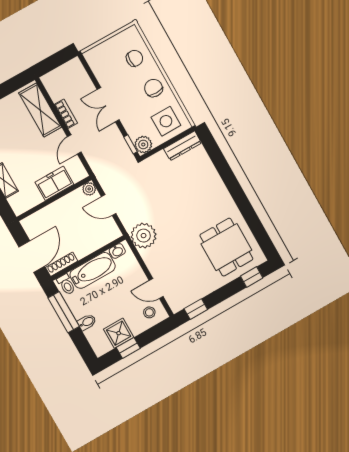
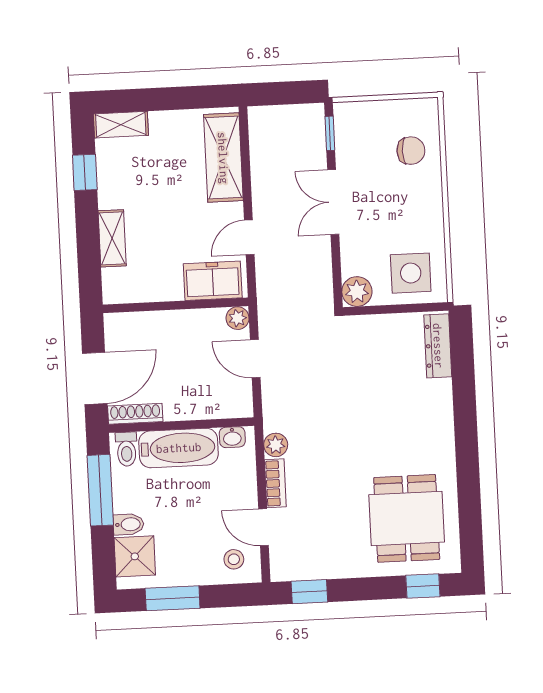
chair: (154, 88) -> (417, 212), removed
bookcase: (66, 114) -> (275, 483), moved
window: (131, 144) -> (330, 133), moved
dresser: (183, 146) -> (438, 346), moved, turned 90
freezer: (54, 183) -> (213, 281), moved
plant: (144, 236) -> (276, 445), width x0.53, depth x0.53
shower: (119, 333) -> (135, 556), moved
window: (128, 348) -> (173, 598), width x1.50

